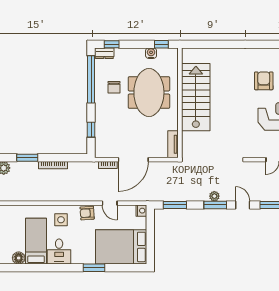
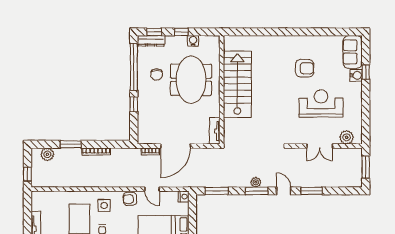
window: (161, 44) -> (181, 32), moved
dresser: (104, 53) -> (151, 41), width x1.44
armchair: (264, 81) -> (305, 68), turned 90
window: (91, 130) -> (134, 104), moved

